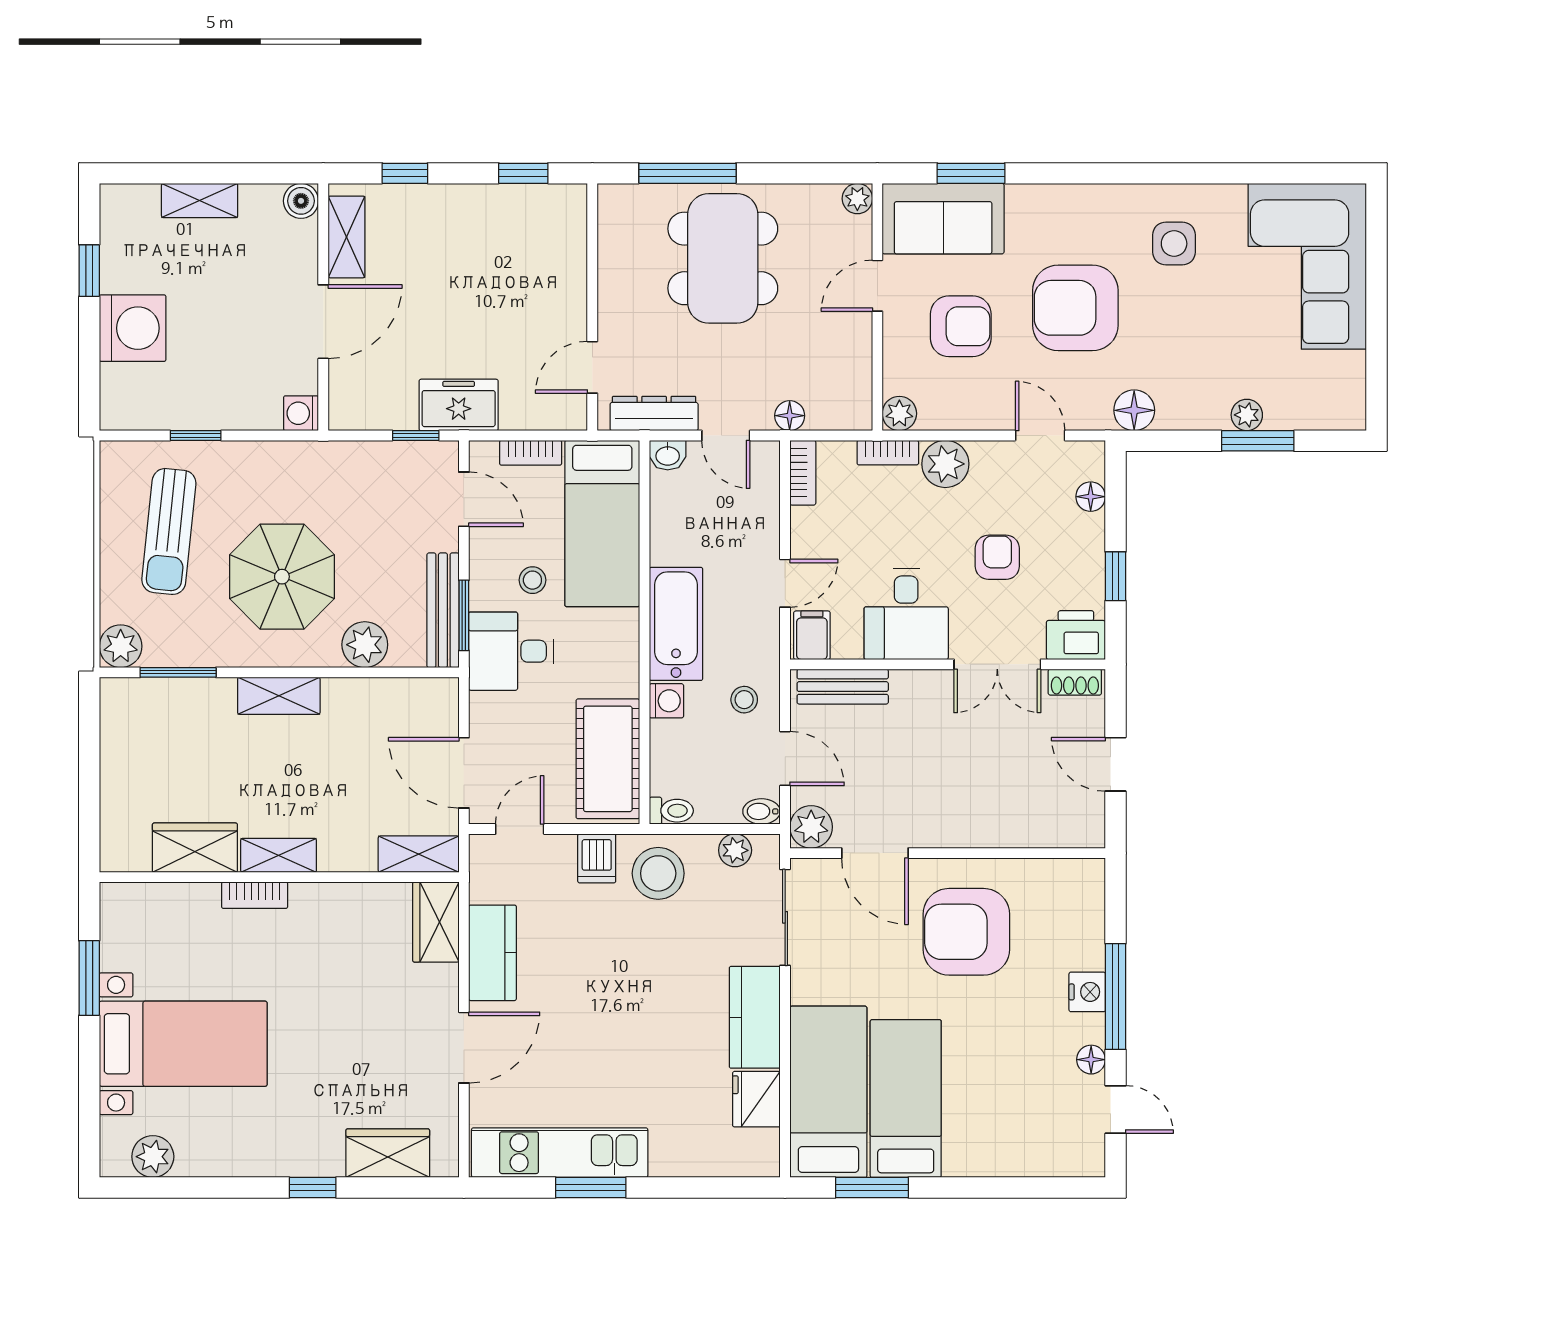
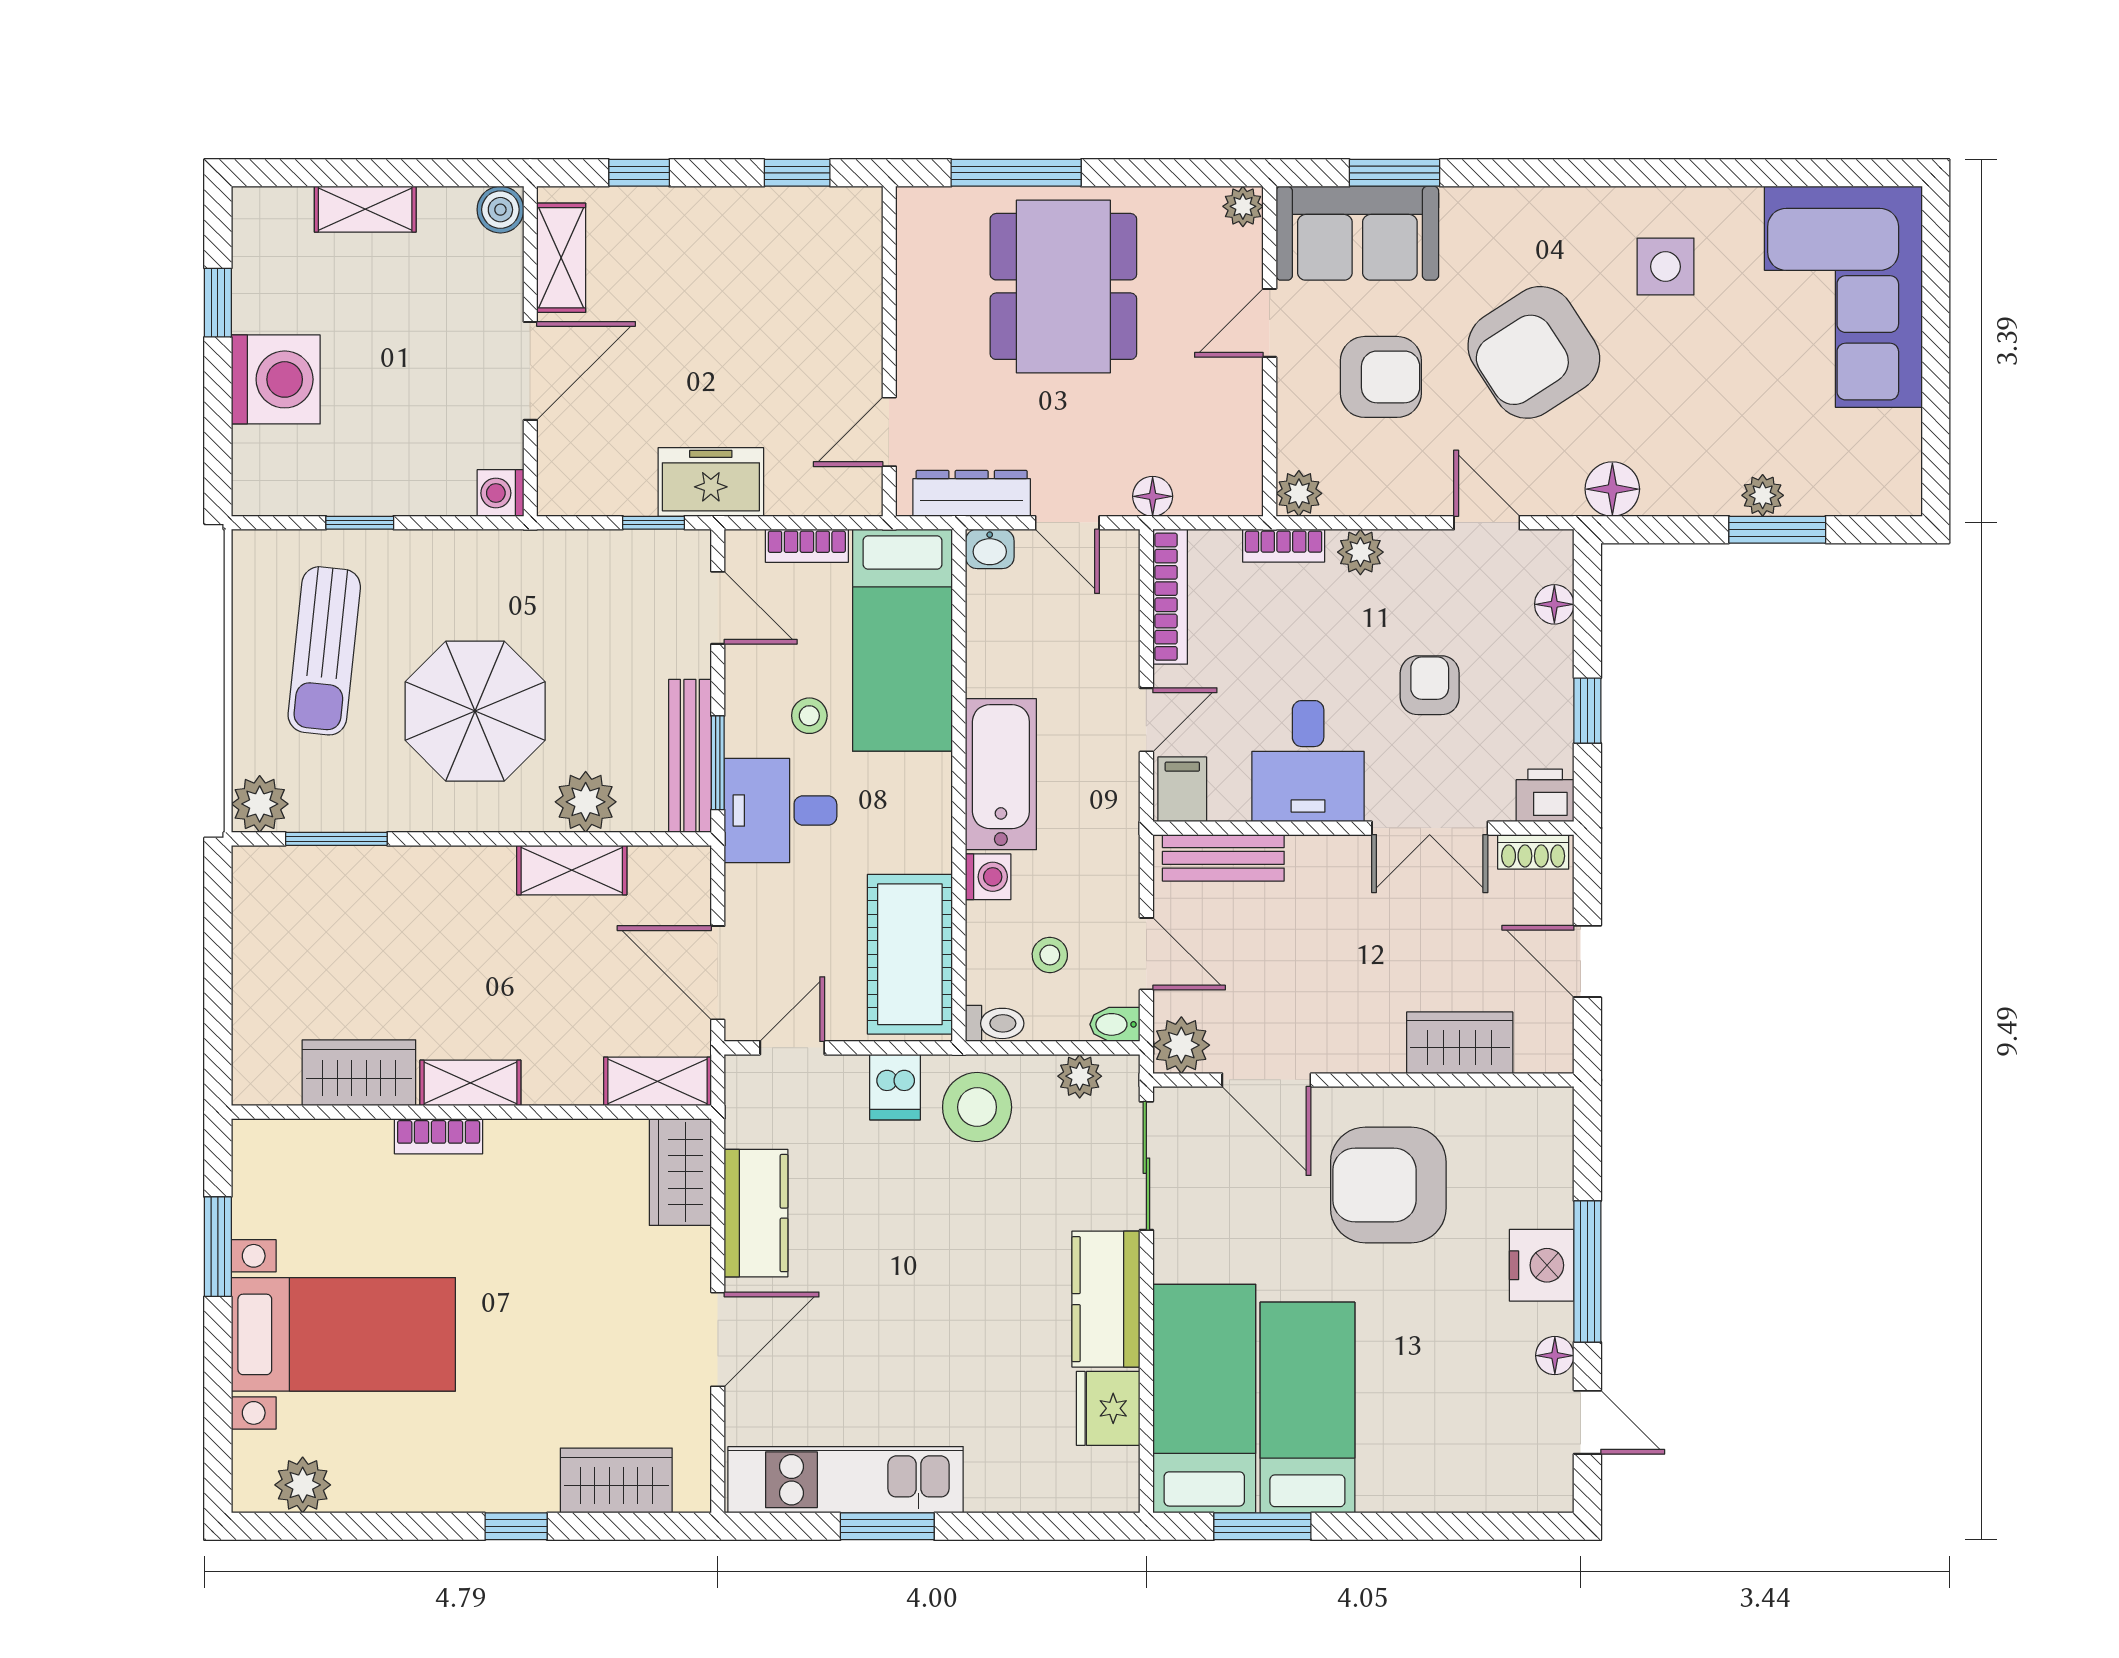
armchair: (1075, 308) -> (1534, 352), turned -33
plant: (945, 464) -> (1360, 552), width x0.73, depth x0.73
bookcase: (803, 473) -> (1170, 597), width x1.56
printer: (1076, 635) -> (1545, 795), width x0.73, depth x0.81
shelving: (279, 696) -> (572, 870), moved
stool: (744, 700) -> (1050, 955), moved
wardrobe: (1020, 825) -> (1460, 1043), added
nightstand: (1087, 992) -> (1542, 1265), width x1.36, depth x1.33

